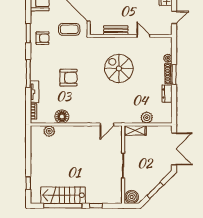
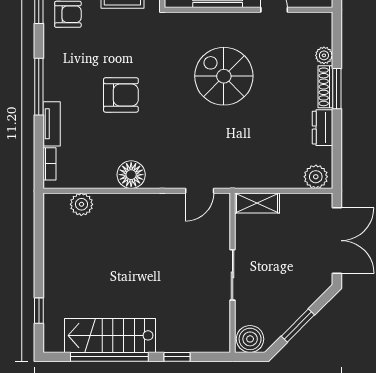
floor lamp: (62, 117) -> (131, 175), moved
plant: (147, 118) -> (316, 177), moved

